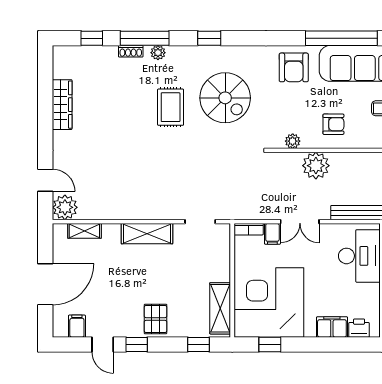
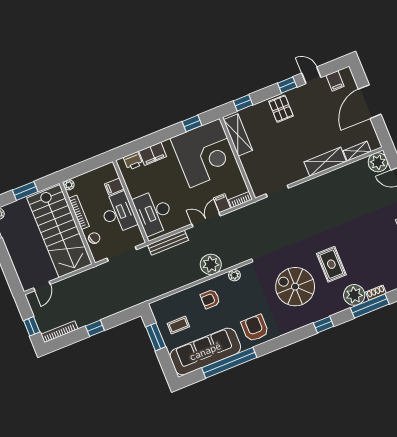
plant: (158, 53) -> (354, 295), width x1.87, depth x1.87
shelving: (147, 234) -> (325, 162), moved

